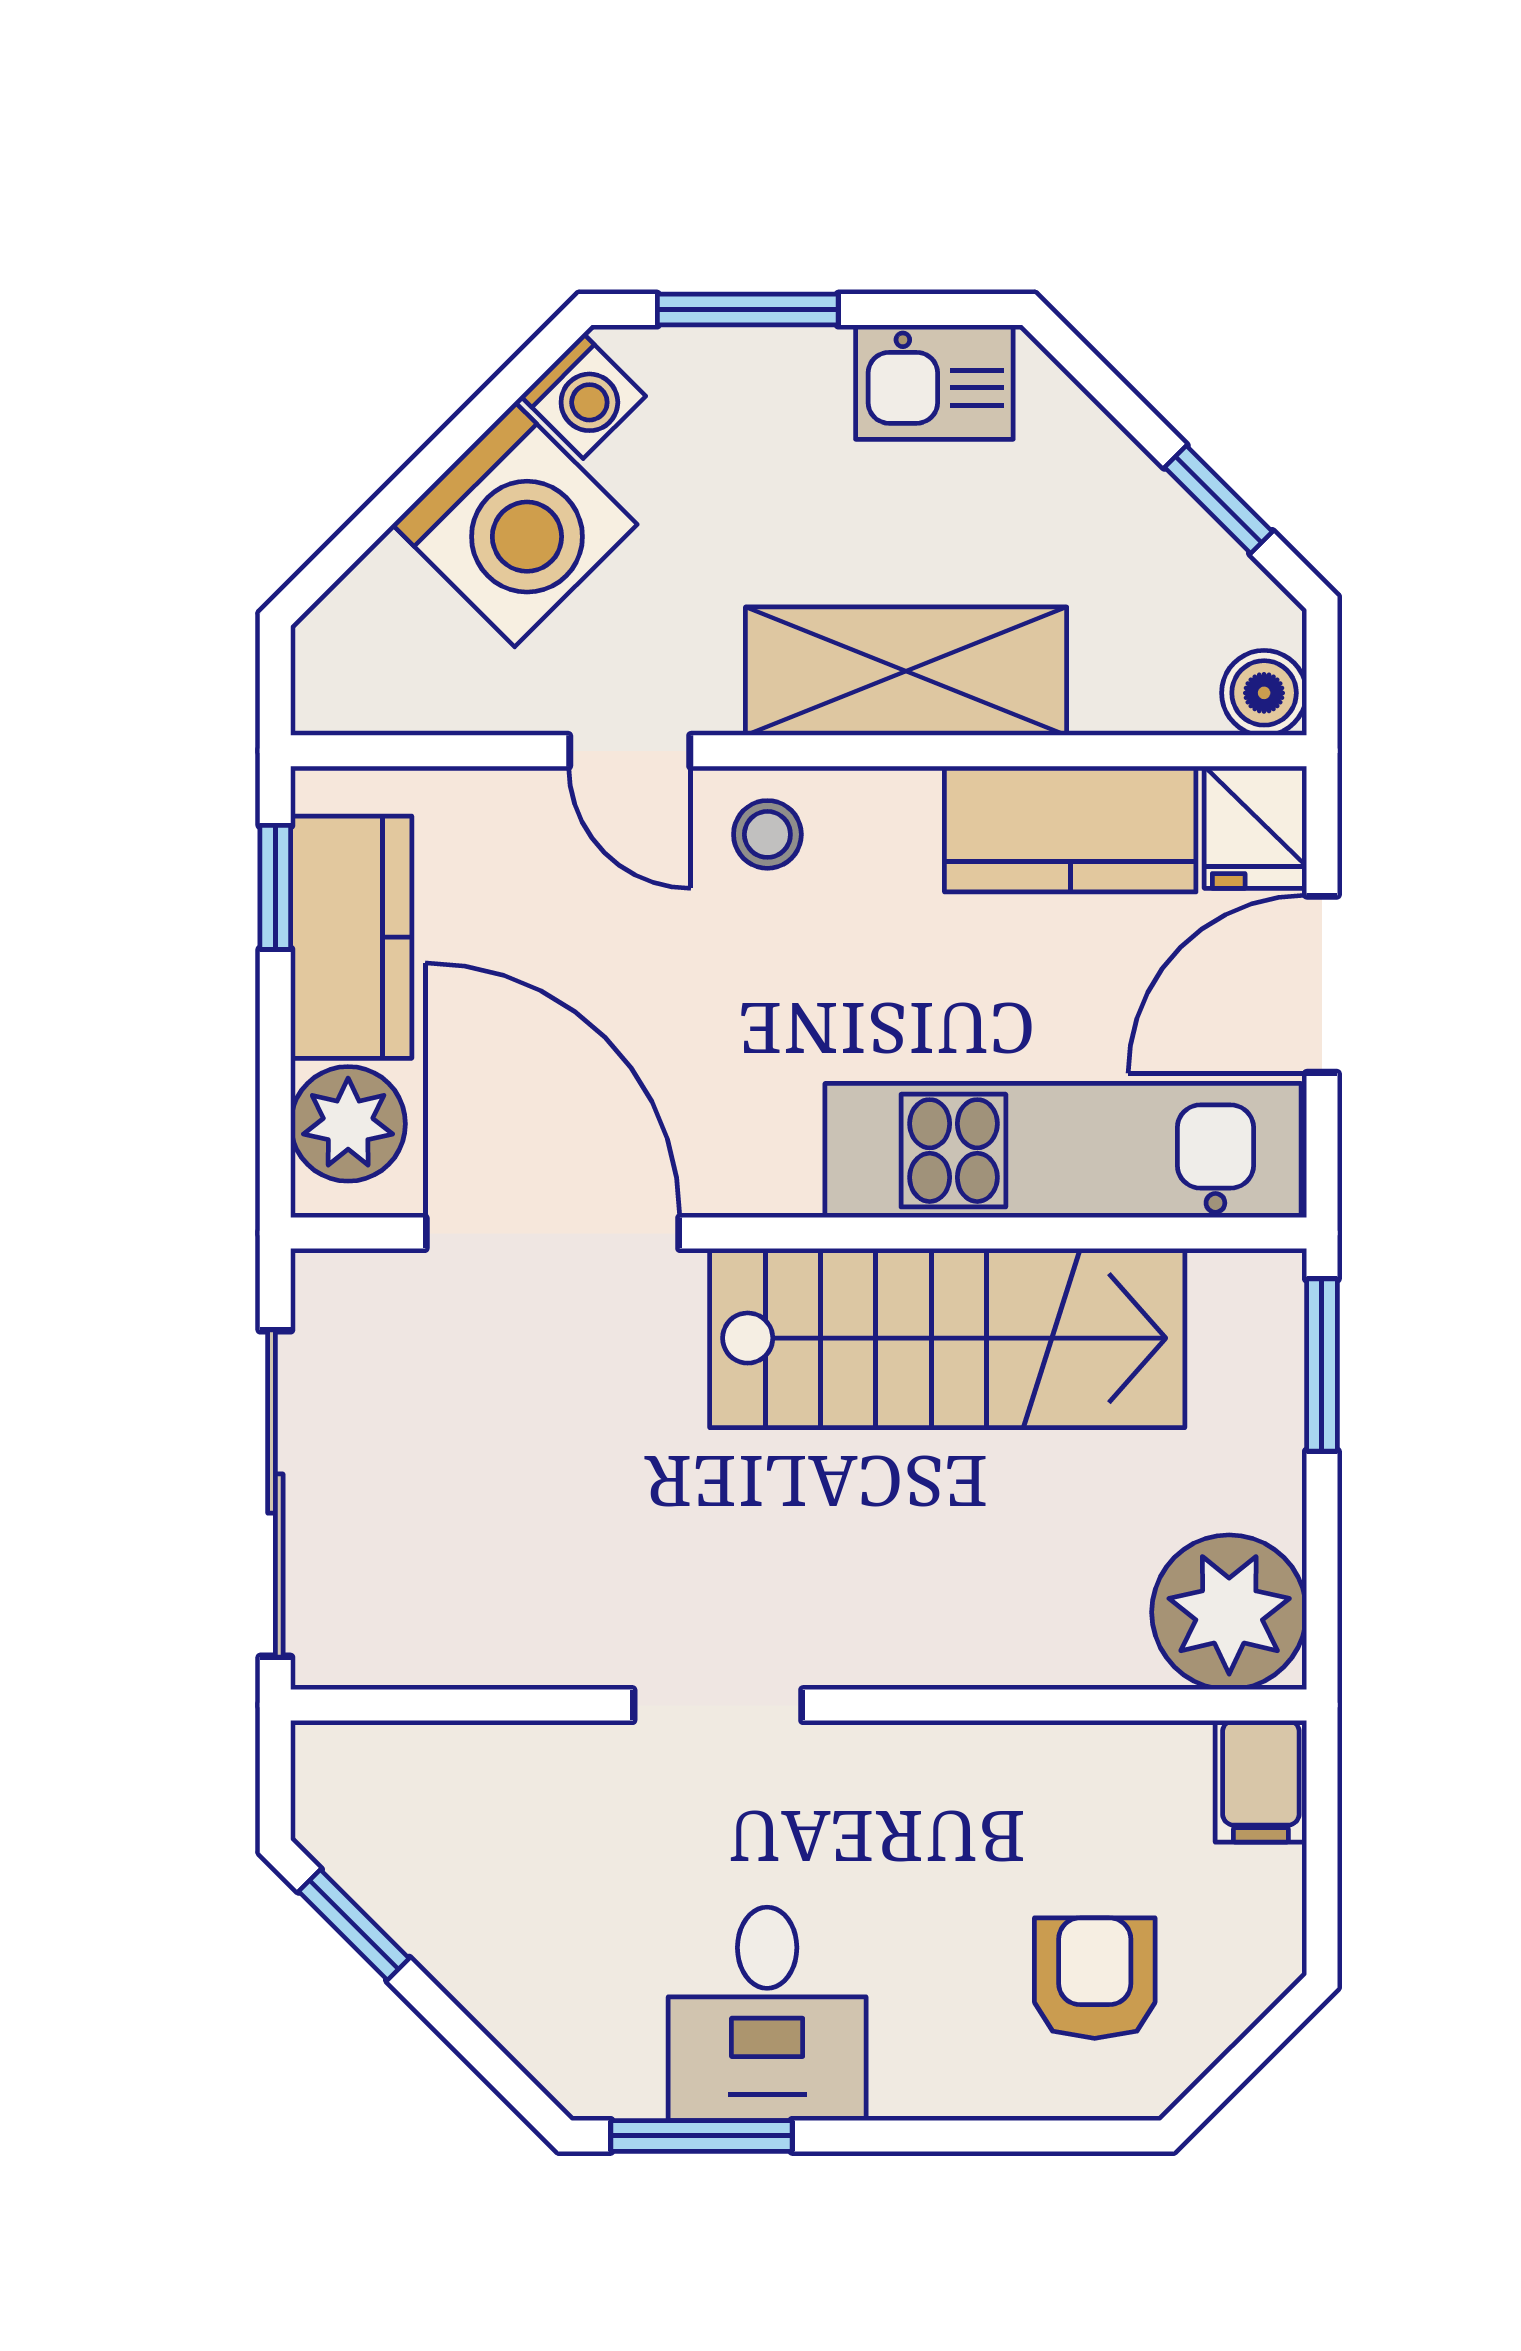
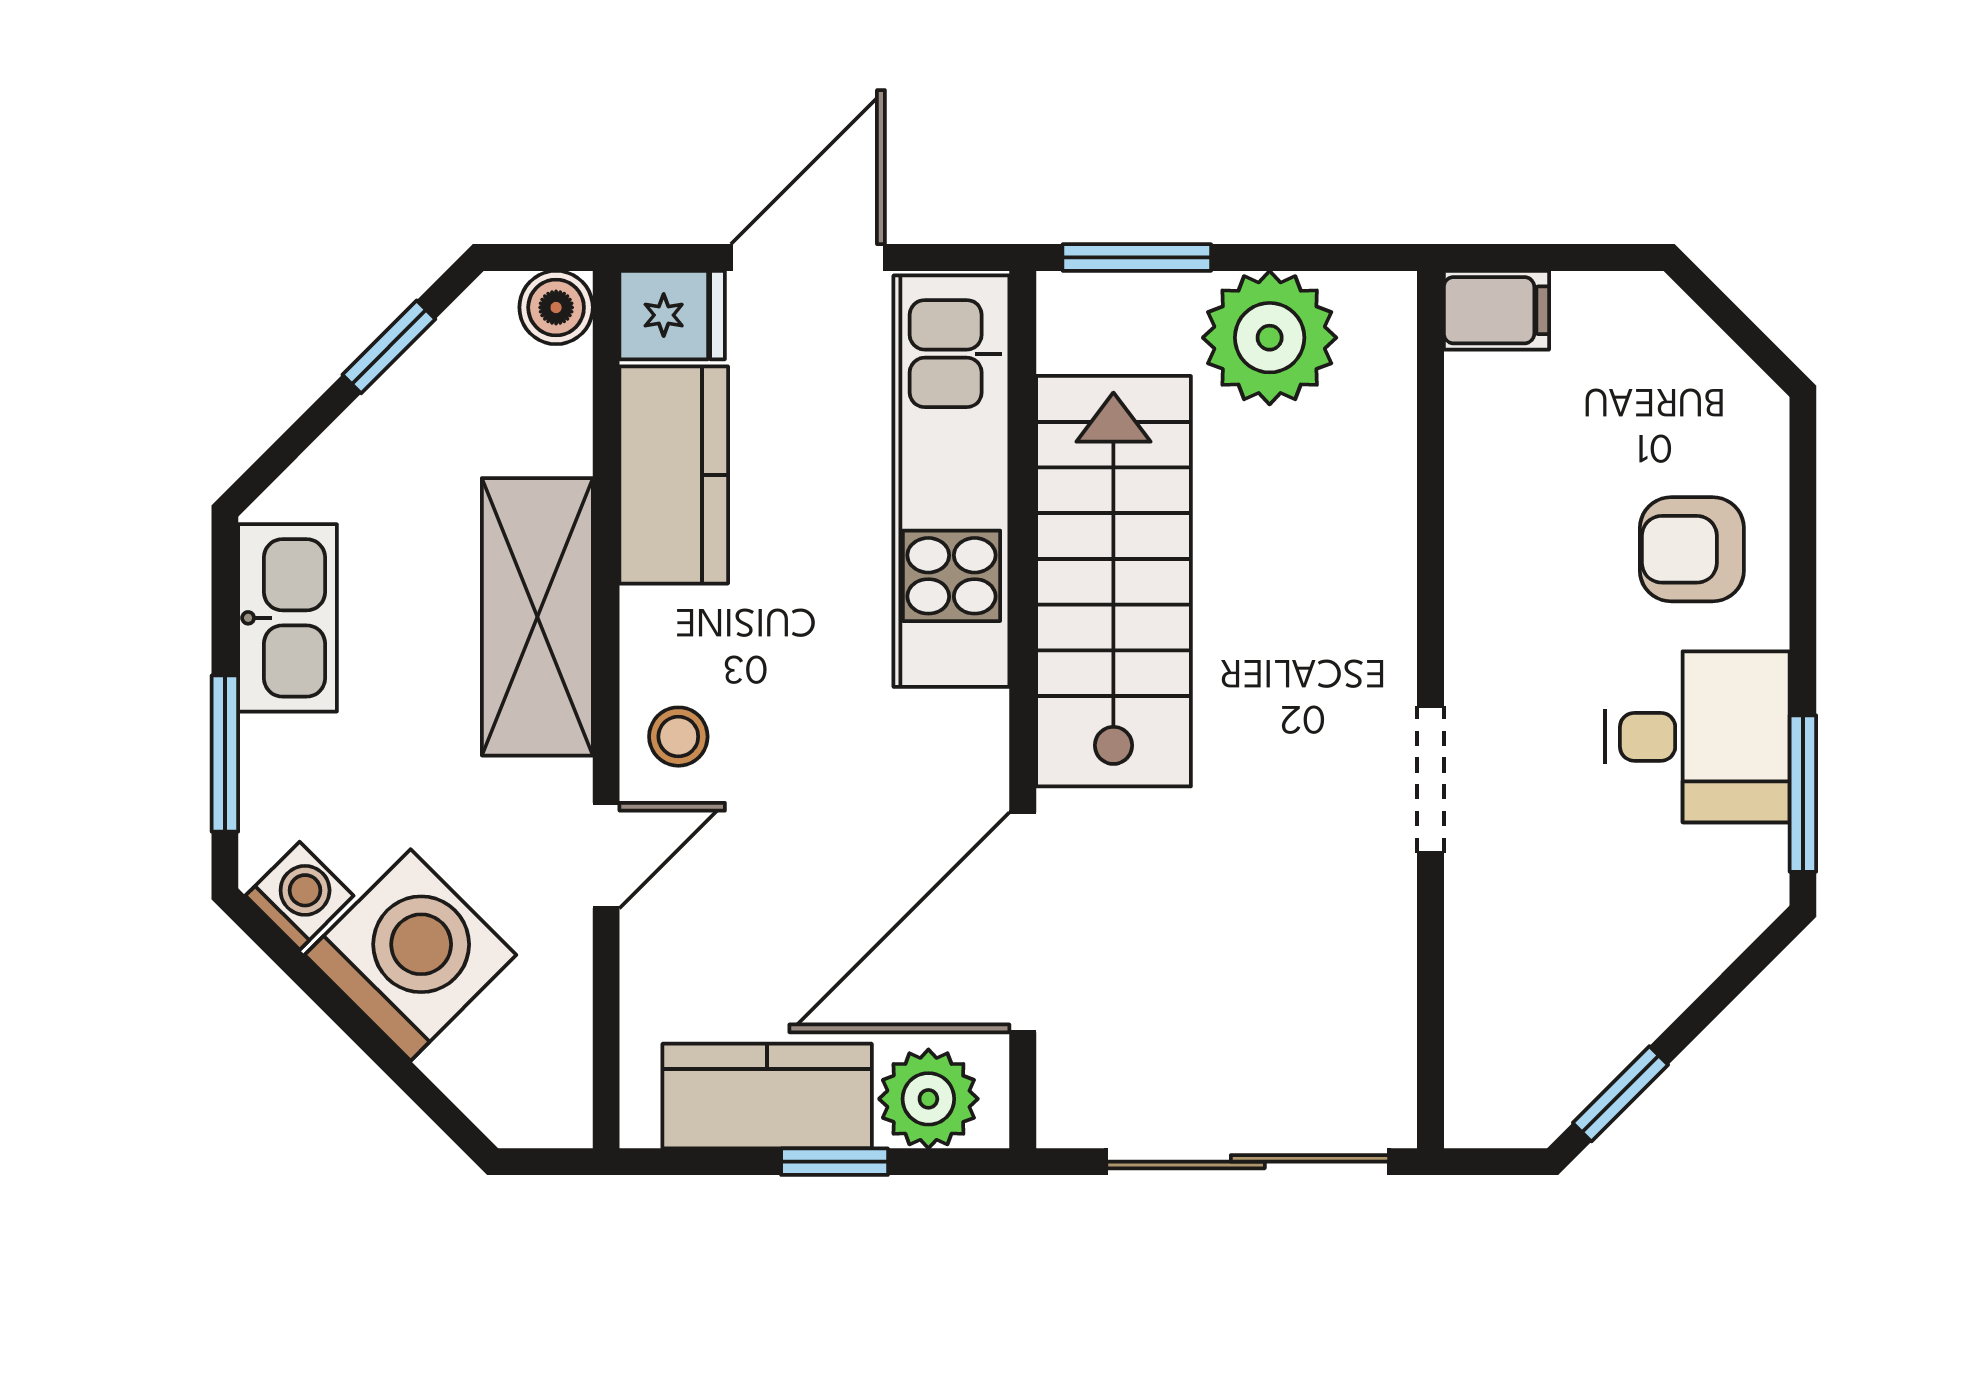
kitchen sink: (934, 382) -> (288, 618), width x1.38
window: (275, 887) -> (835, 1162), moved
door: (1322, 984) -> (808, 257), swing flipped
plant: (1229, 1612) -> (1270, 338), moved
armchair: (1095, 1978) -> (1692, 549), moved

